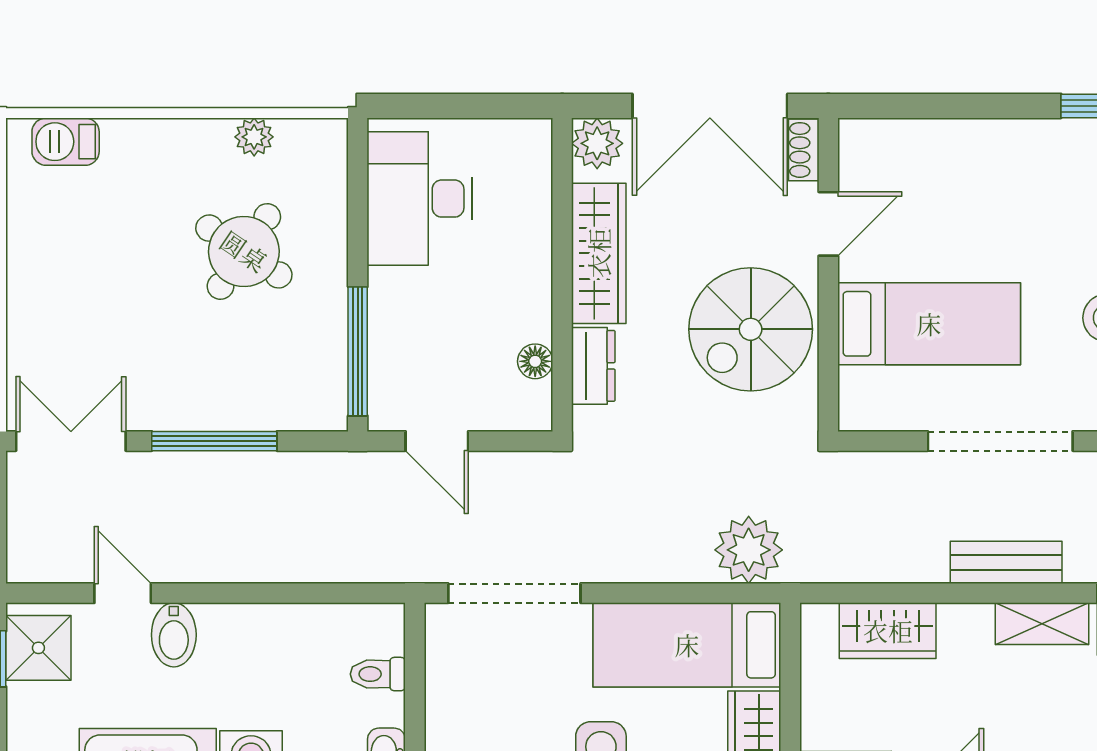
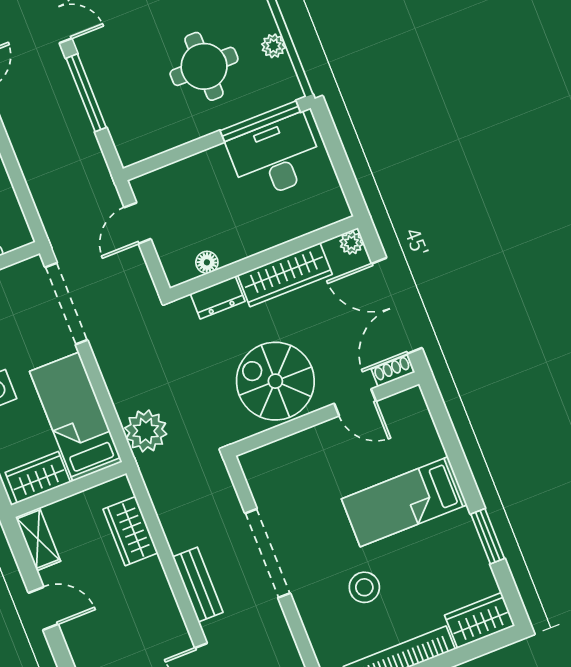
plant: (597, 143) -> (351, 243), width x0.73, depth x0.73
round table: (244, 251) -> (204, 66), turned -34
bed: (929, 324) -> (404, 502), moved, turned 90
window: (358, 351) -> (260, 121), moved
shelving: (1042, 624) -> (170, 620), removed

